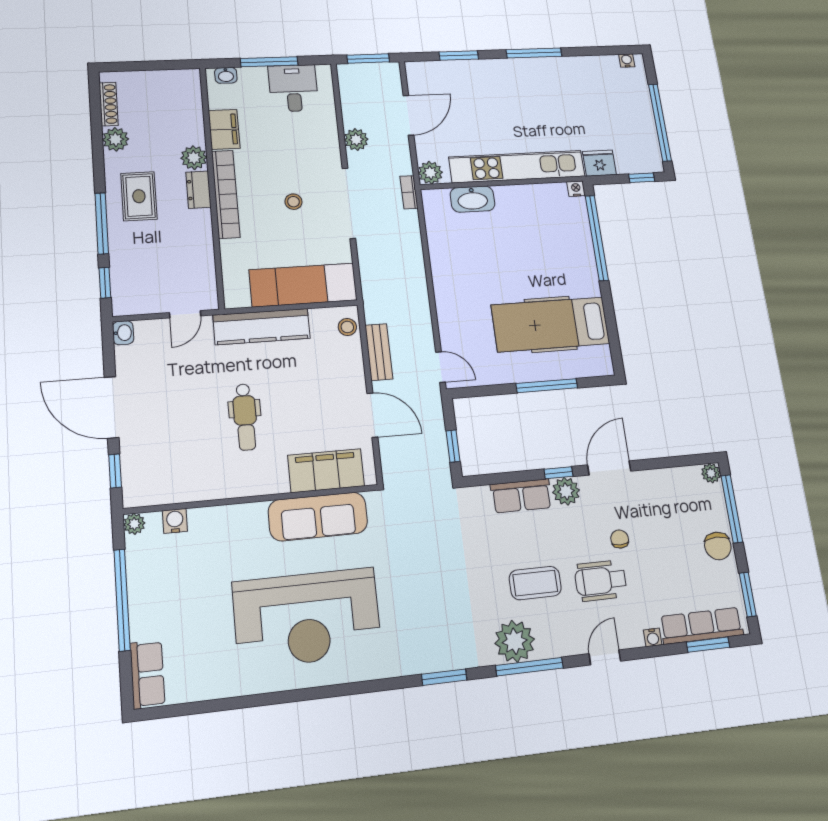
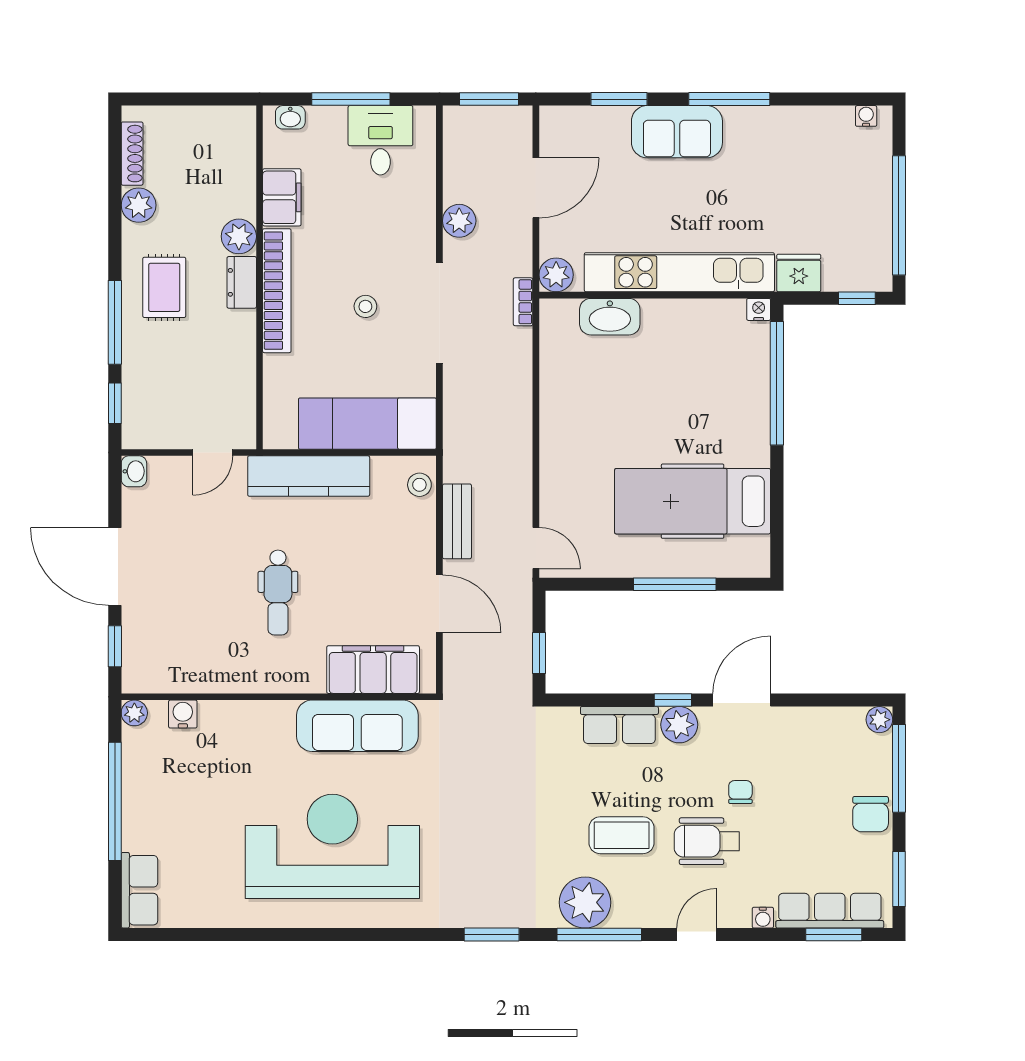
sofa: (502, 75) -> (677, 132), added
reception desk: (307, 618) -> (332, 846), turned 180

